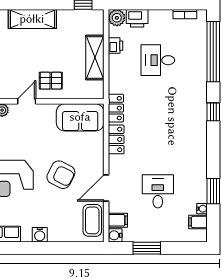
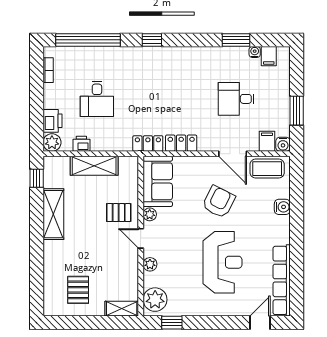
shelving: (32, 19) -> (53, 214), moved
pallet: (51, 81) -> (119, 213), turned 90
plant: (49, 110) -> (150, 214), added
water cooler: (40, 235) -> (282, 207), moved

